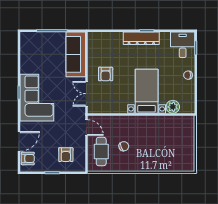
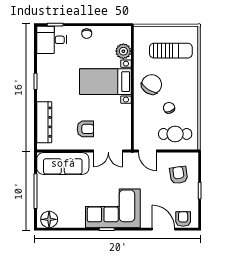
dresser: (141, 38) -> (44, 122), moved
floor lamp: (27, 43) -> (49, 219), added
door: (86, 128) -> (147, 151), swing flipped
chair: (144, 131) -> (152, 84), added
sun lounger: (173, 148) -> (171, 51), added
armchair: (66, 155) -> (179, 175), turned -98

